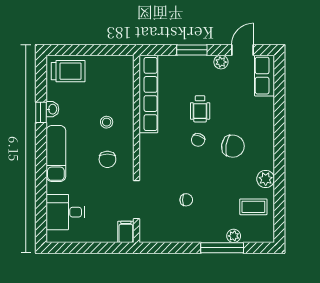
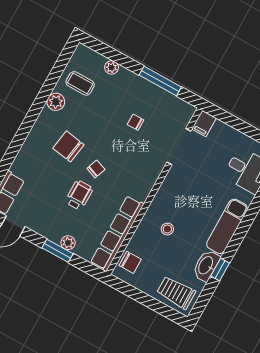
plant: (221, 62) -> (68, 243), moved
washbasin: (52, 109) -> (206, 265), width x1.91, depth x1.45
chair: (107, 159) -> (130, 262), moved, turned 90
window: (222, 248) -> (160, 81), moved

